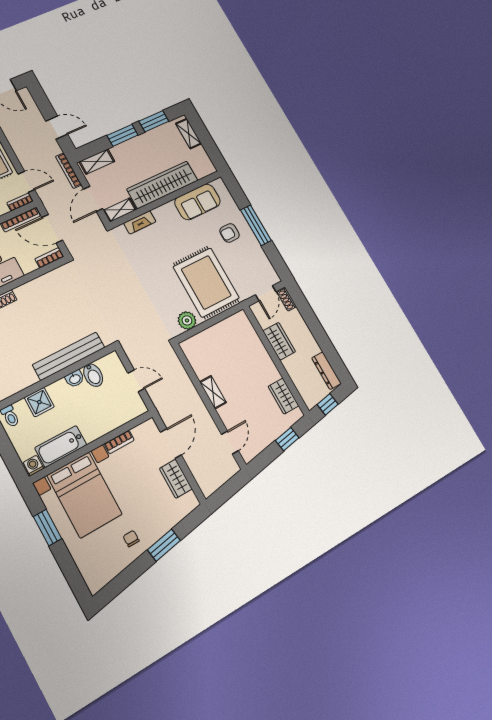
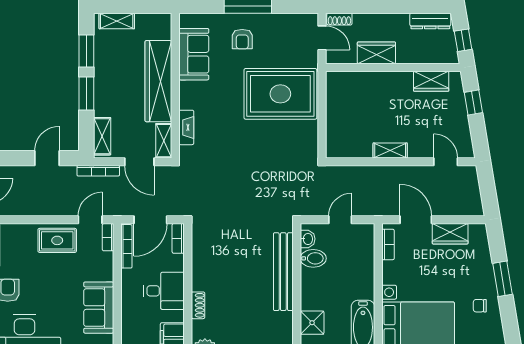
plant: (187, 320) -> (308, 136), removed
washbasin: (75, 379) -> (308, 239), moved
bookcase: (119, 442) -> (388, 244), moved

